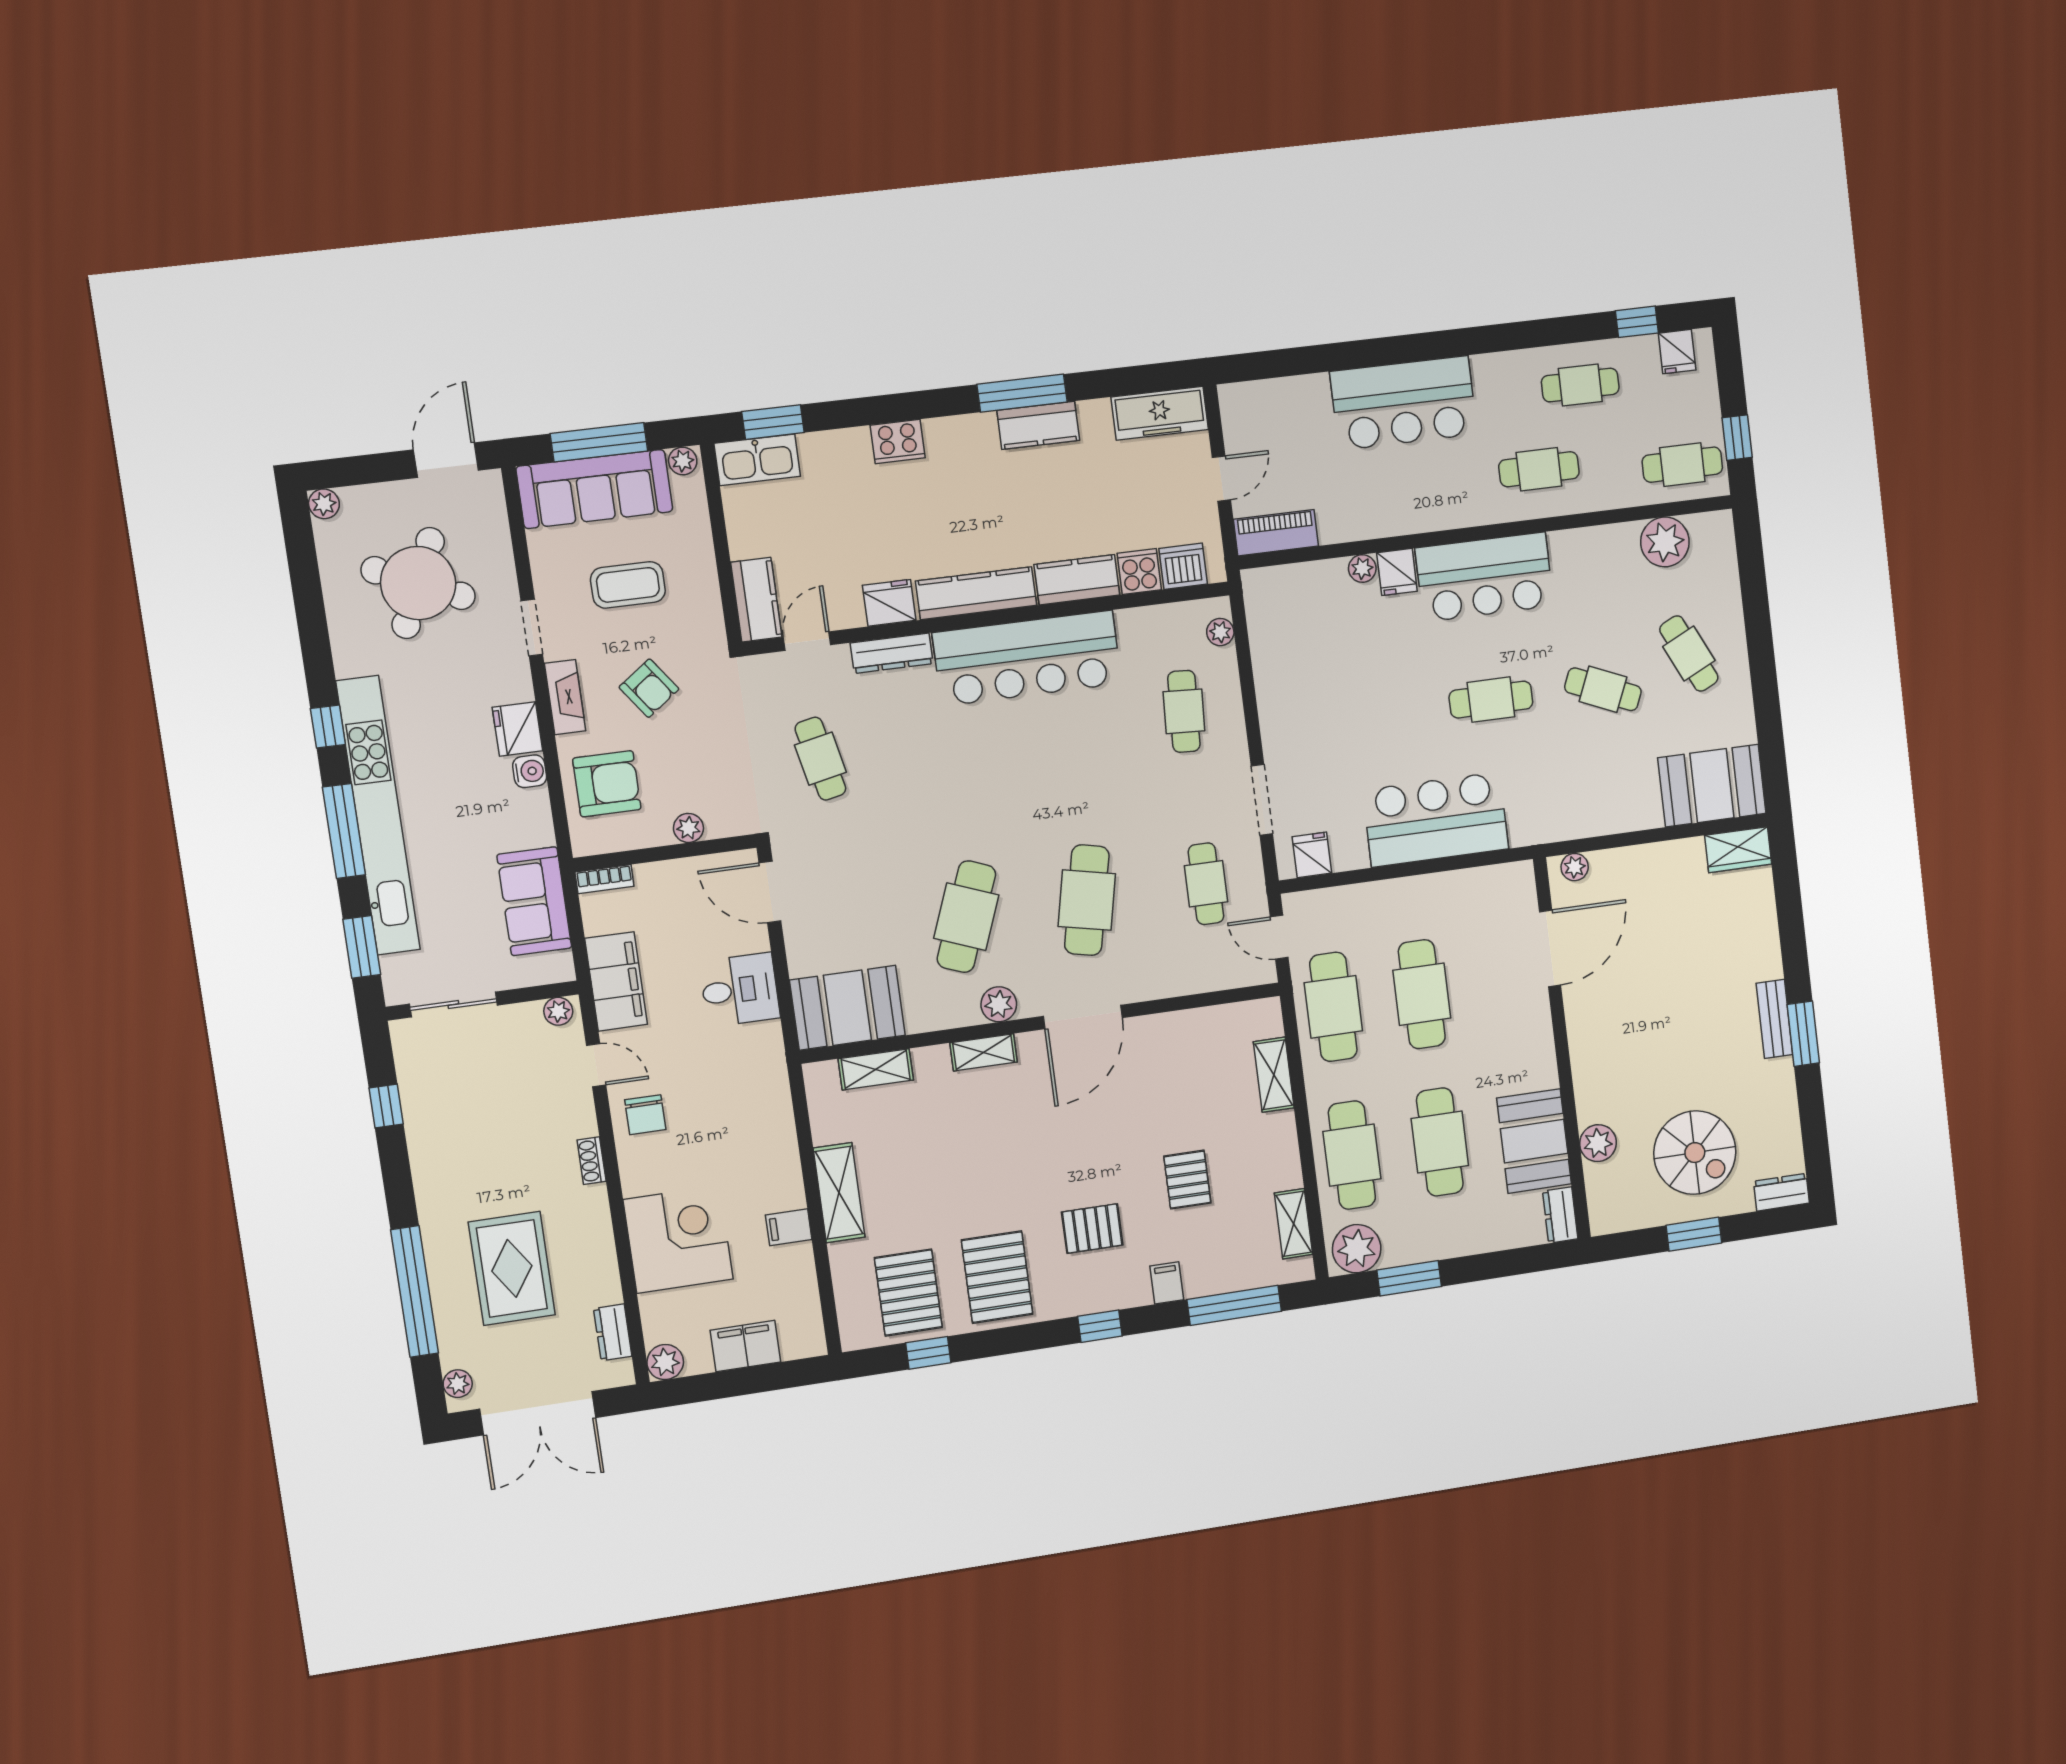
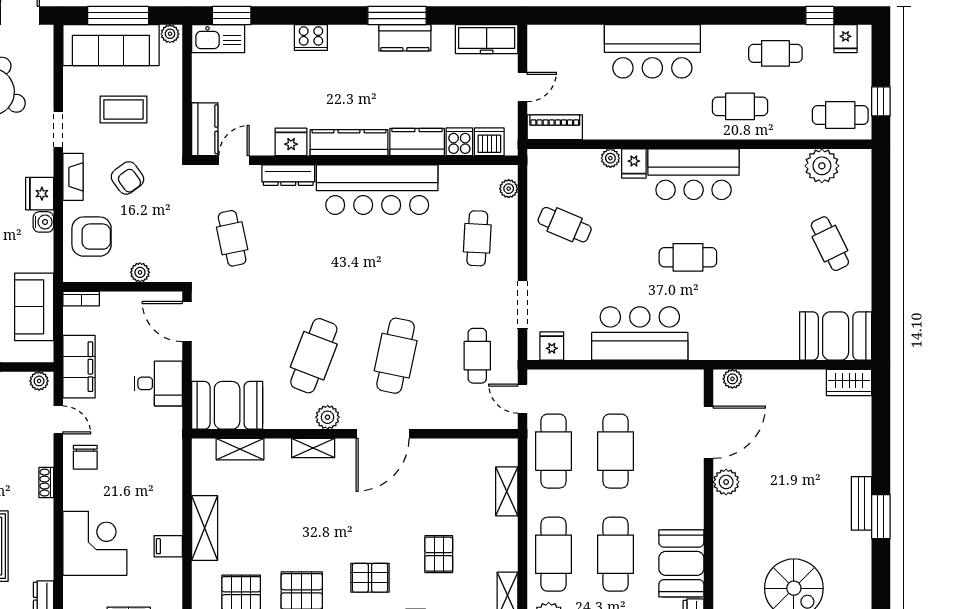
cafe table: (1603, 689) -> (565, 225), moved
plant: (1598, 1143) -> (726, 482), moved

